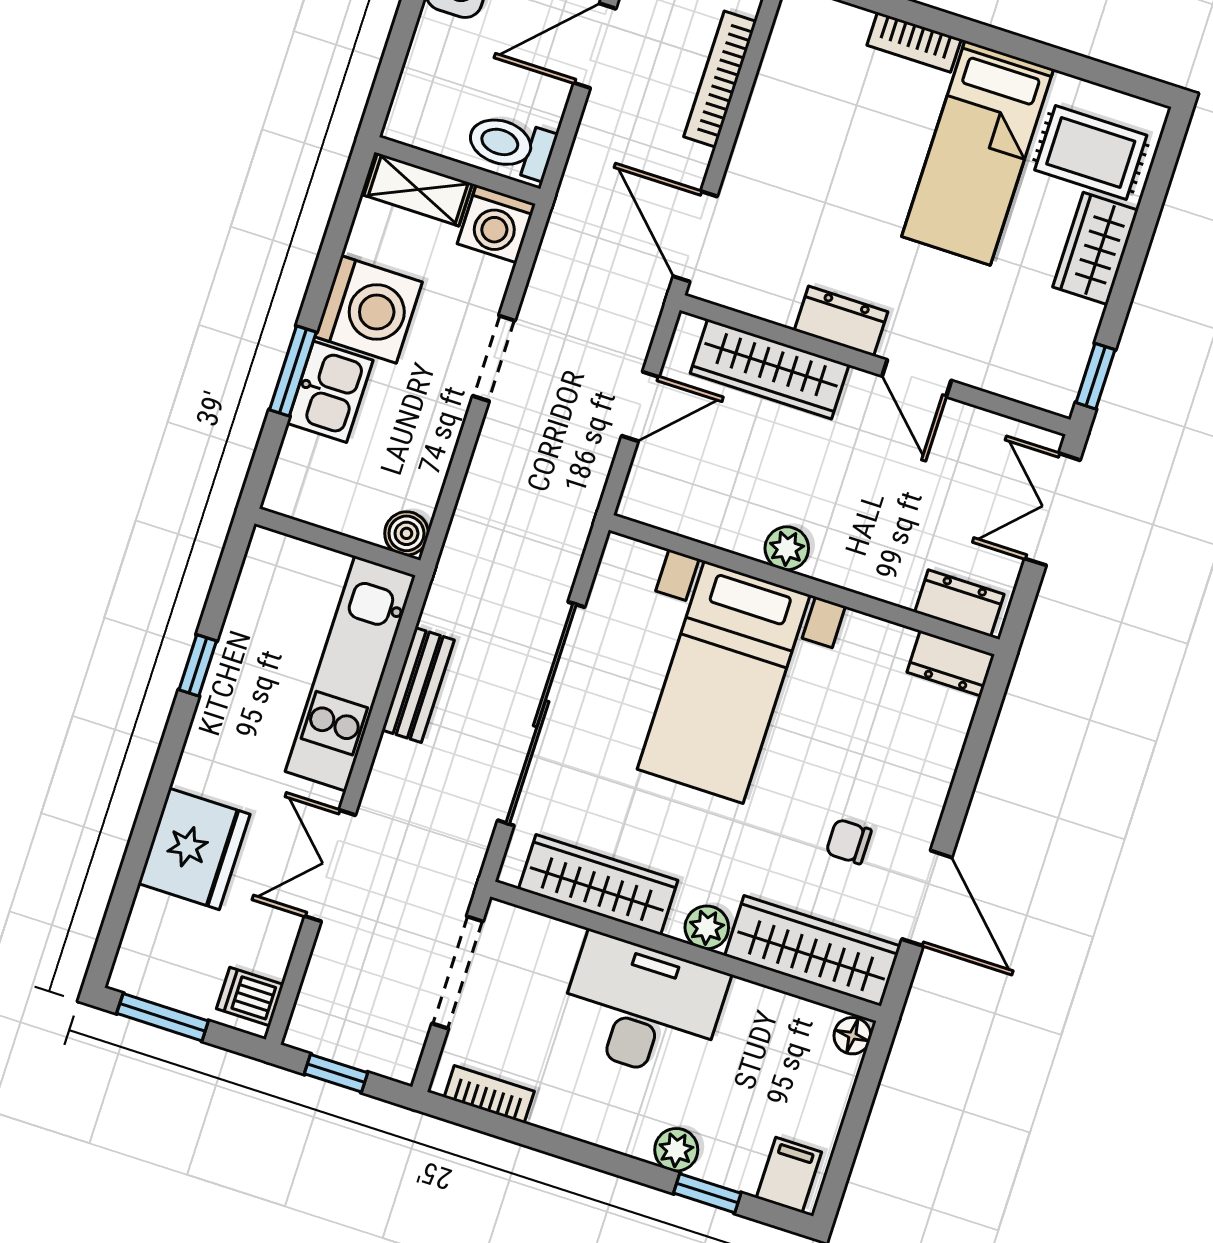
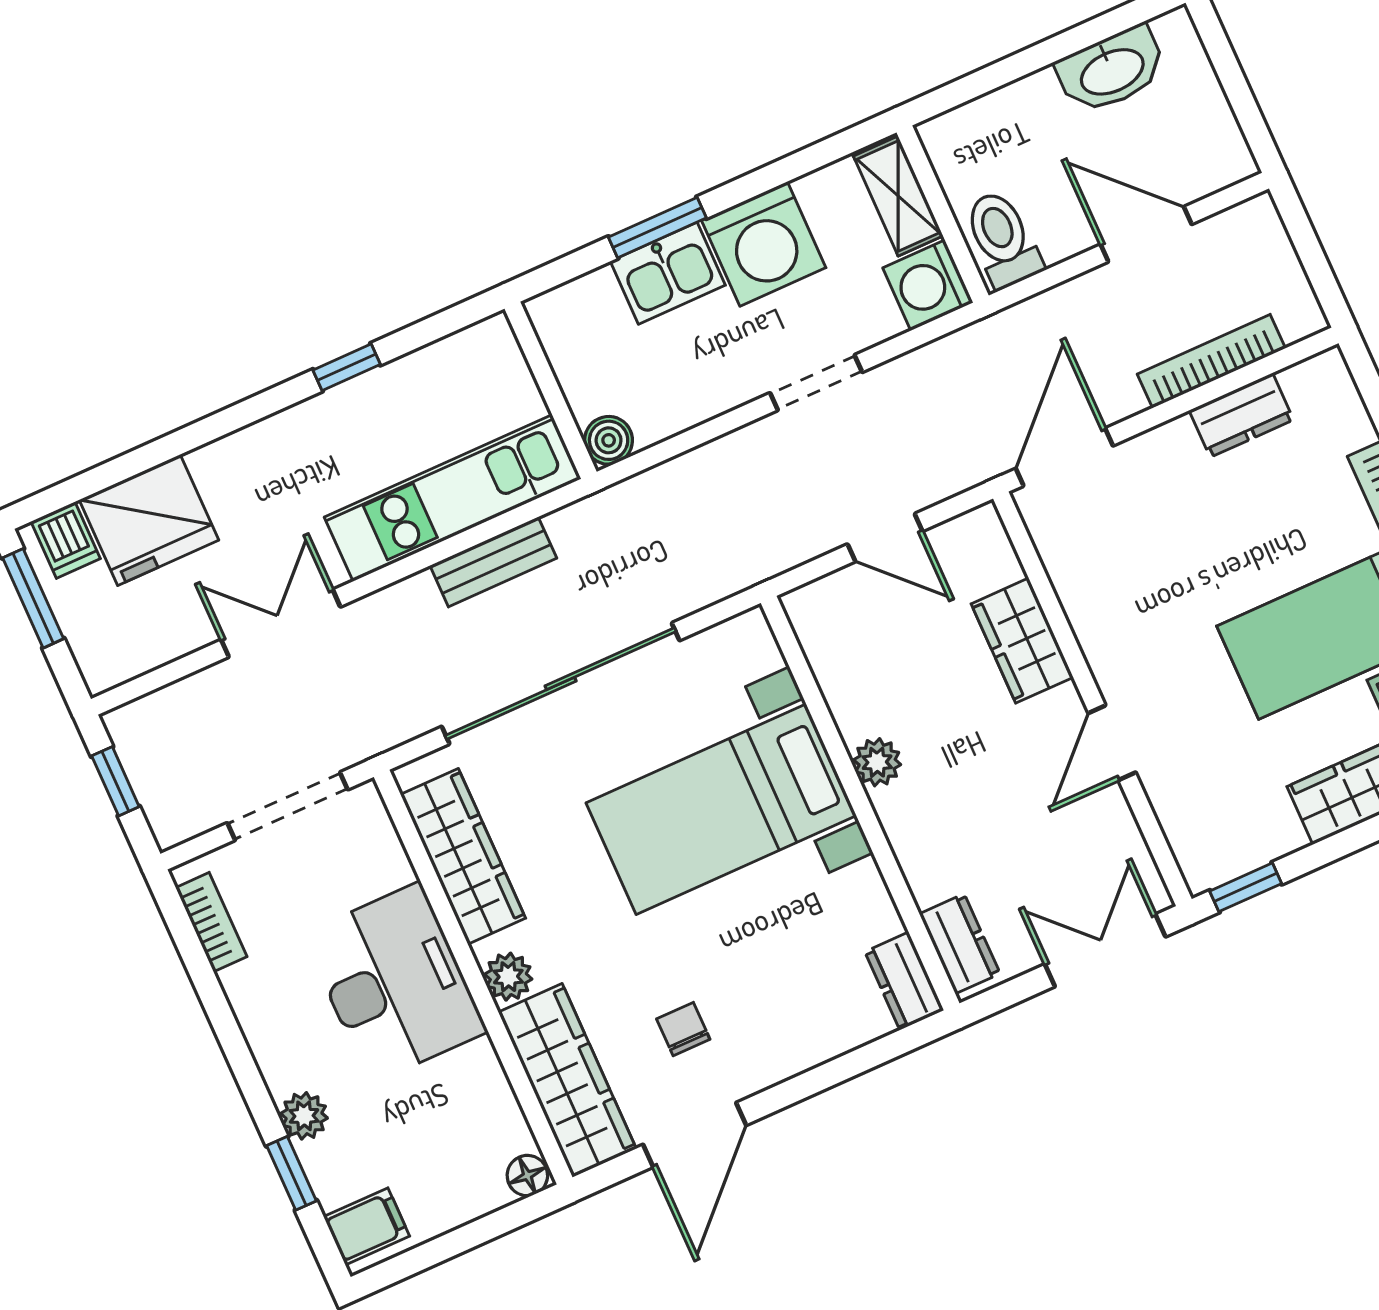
dresser: (841, 321) -> (1241, 415), moved, turned 90
wardrobe: (770, 369) -> (1022, 641), width x0.67
fridge: (194, 849) -> (149, 520), moved
dishwasher: (250, 997) -> (66, 540), moved, turned 180

